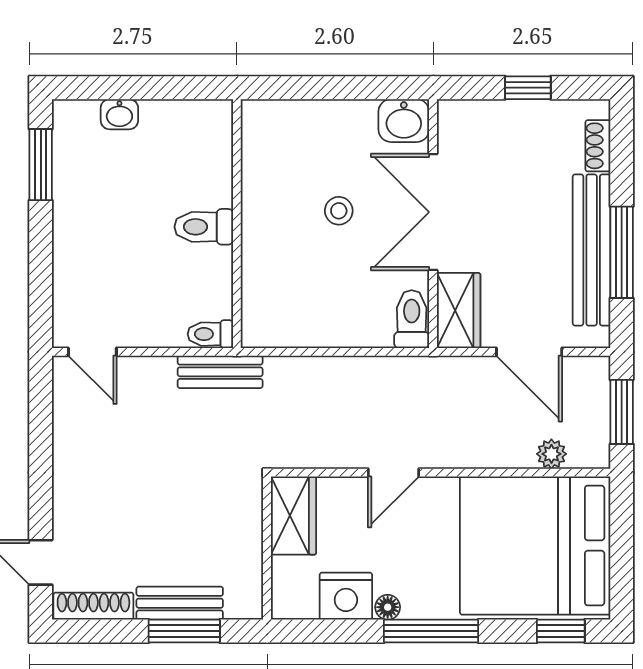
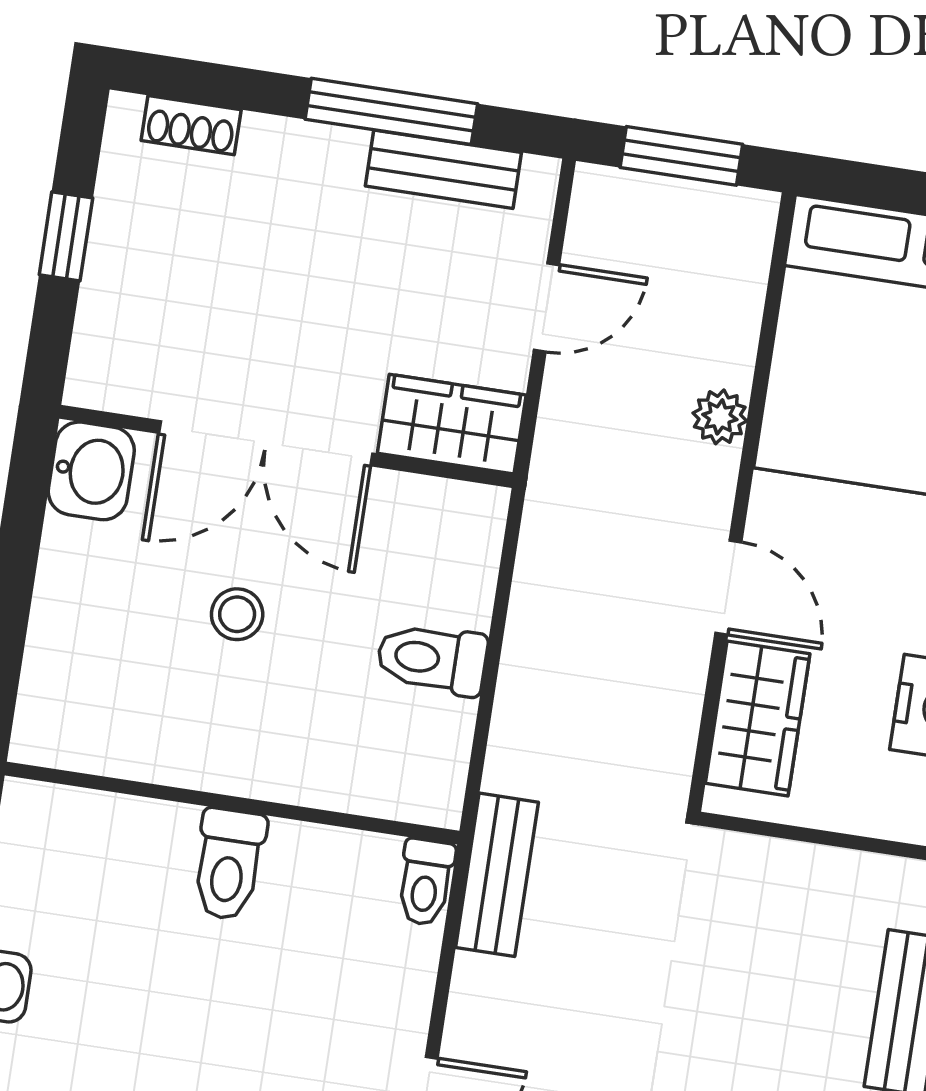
bench: (592, 250) -> (443, 169), width x0.54, depth x0.82
toilet: (412, 319) -> (432, 659), moved
door: (529, 352) -> (547, 307), width x0.73
plant: (551, 454) -> (720, 417), moved
wardrobe: (294, 515) -> (758, 719), moved, turned 90

